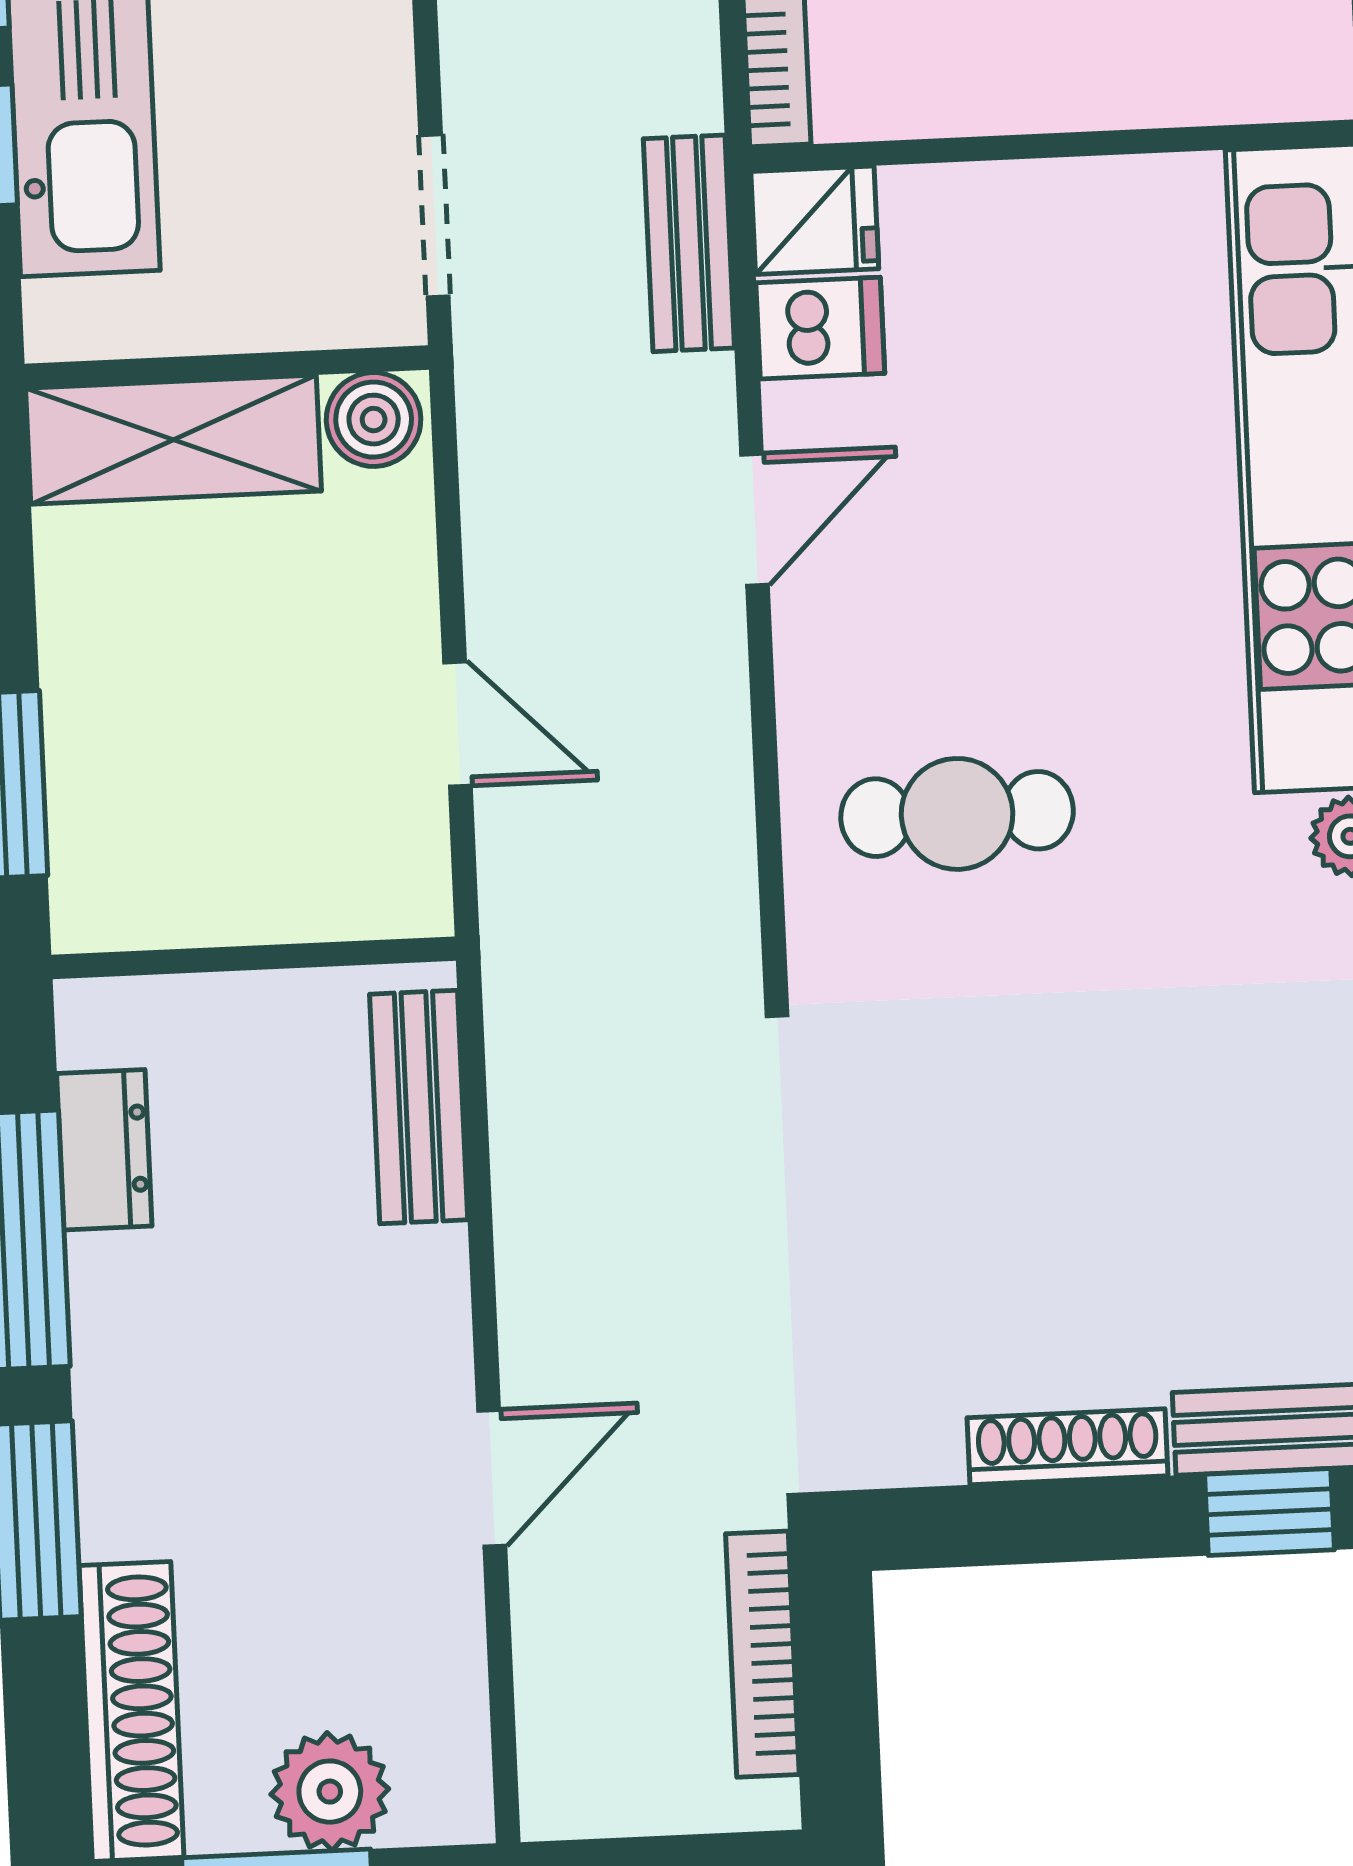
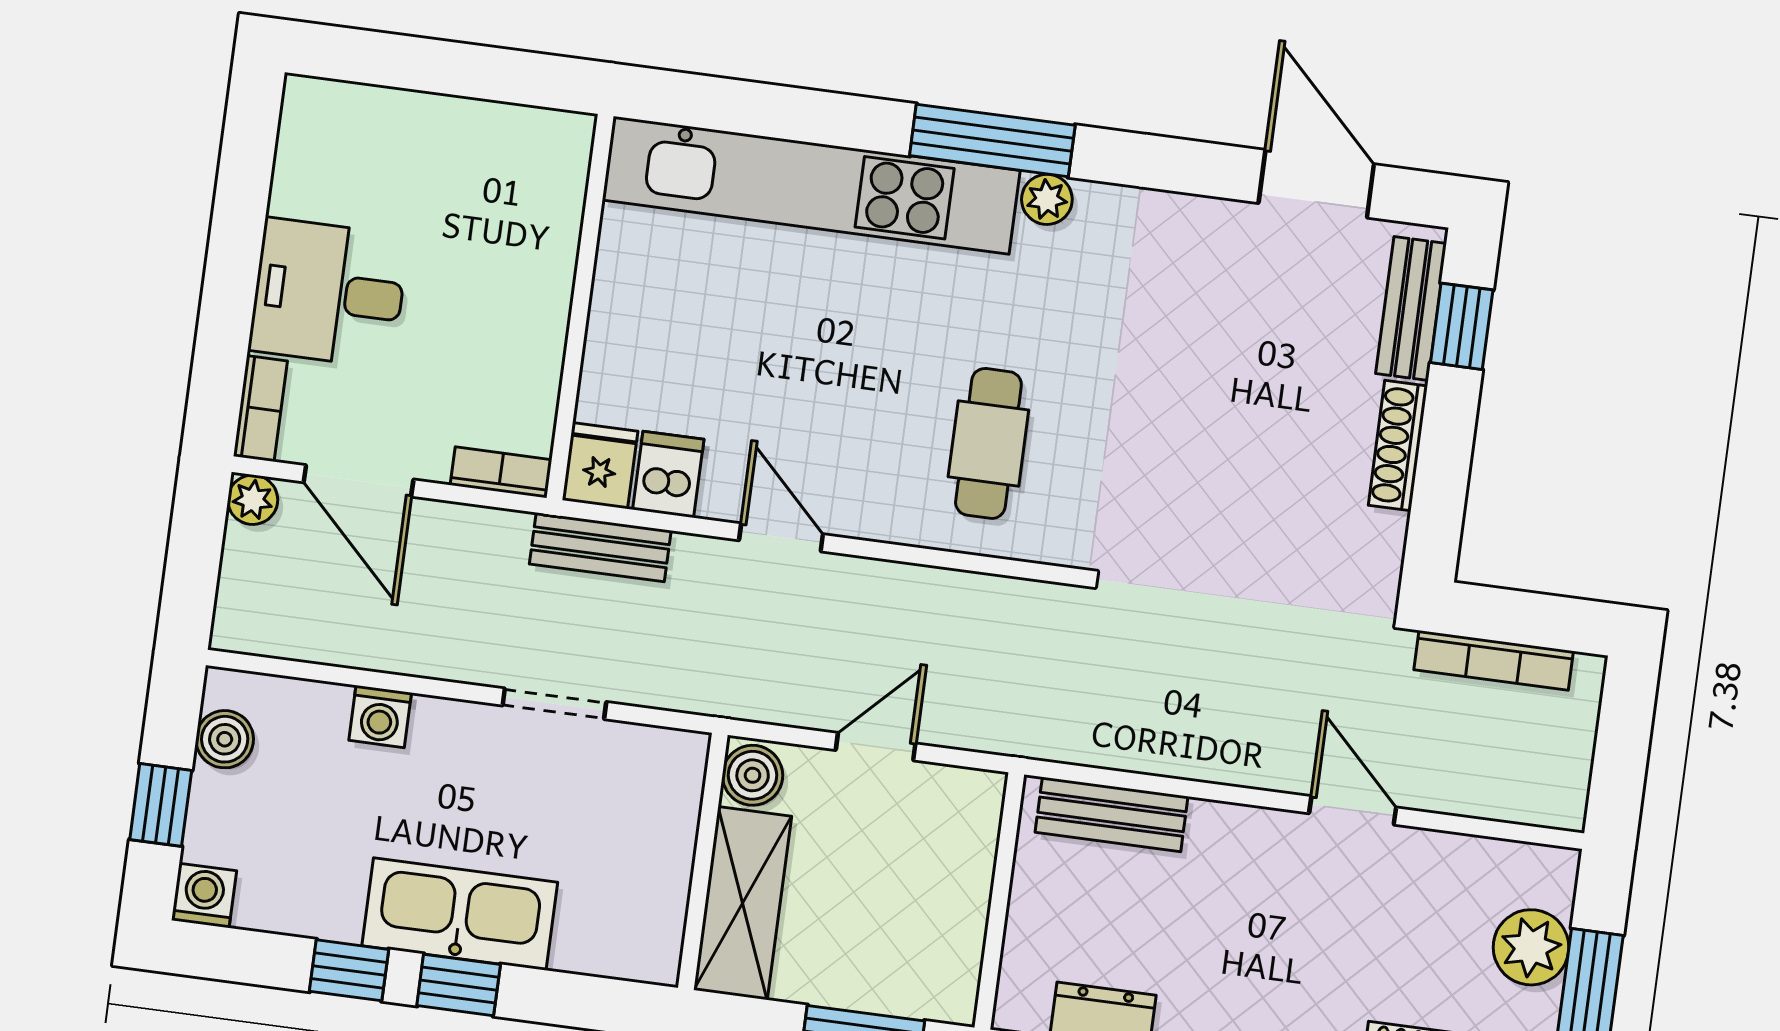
wall: (227, 367) -> (703, 861), moved
boiler: (374, 420) -> (753, 775), moved
shelving: (174, 440) -> (743, 903), moved

